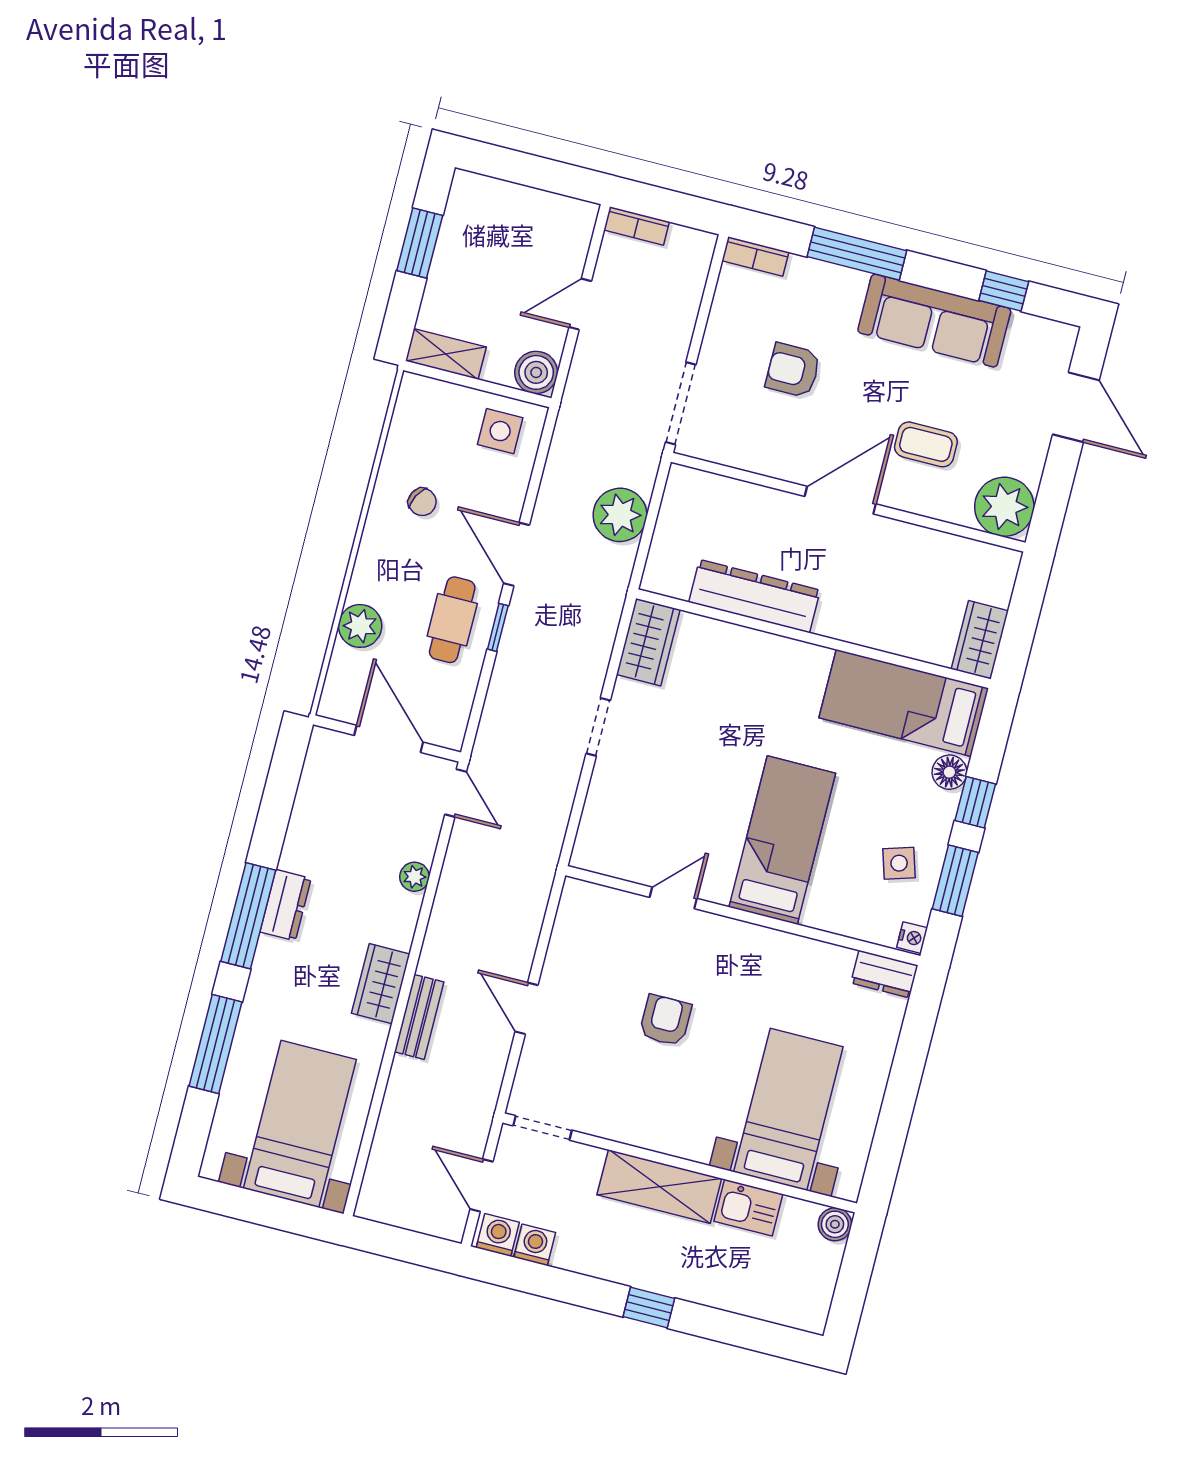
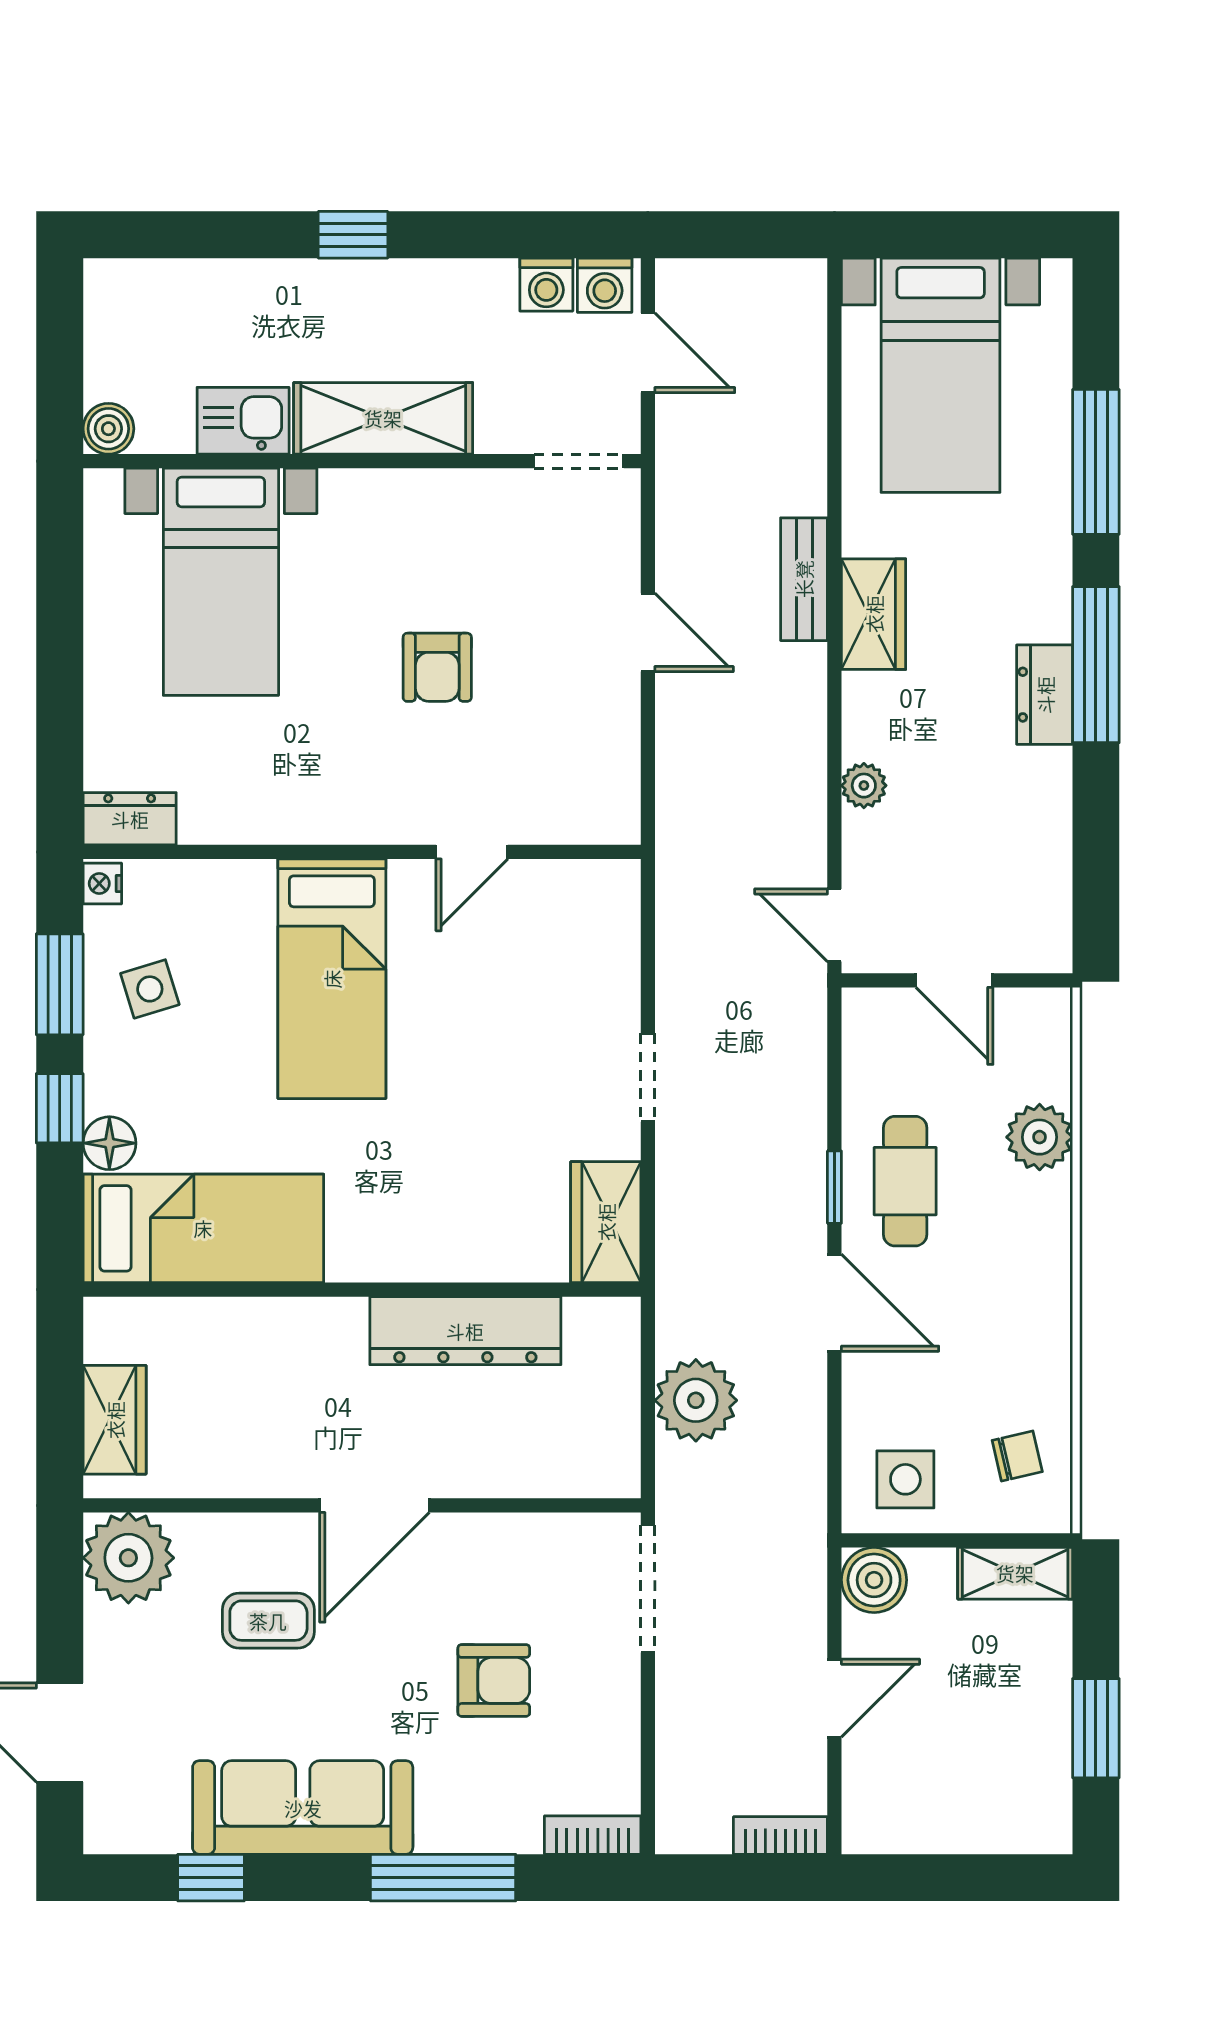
chair: (422, 502) -> (1017, 1456), moved, turned 139
wardrobe: (980, 640) -> (115, 1420), moved
door: (389, 739) -> (954, 980), width x0.73

